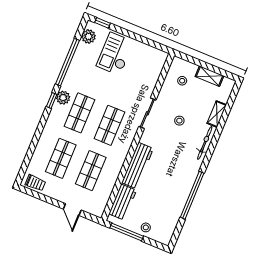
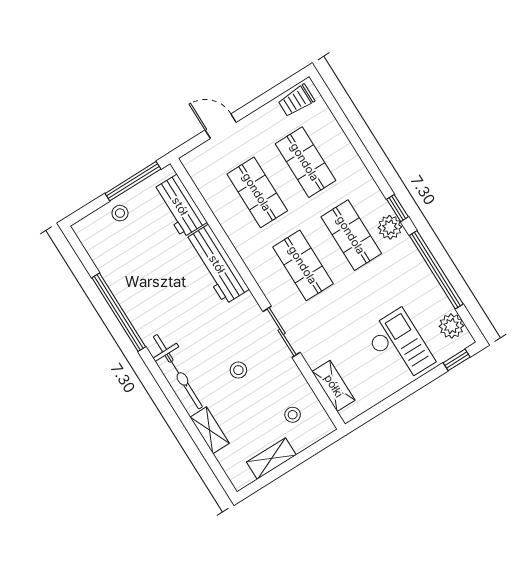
shelving: (155, 71) -> (334, 386), added
bicycle: (205, 143) -> (178, 372), width x1.37, depth x1.40

